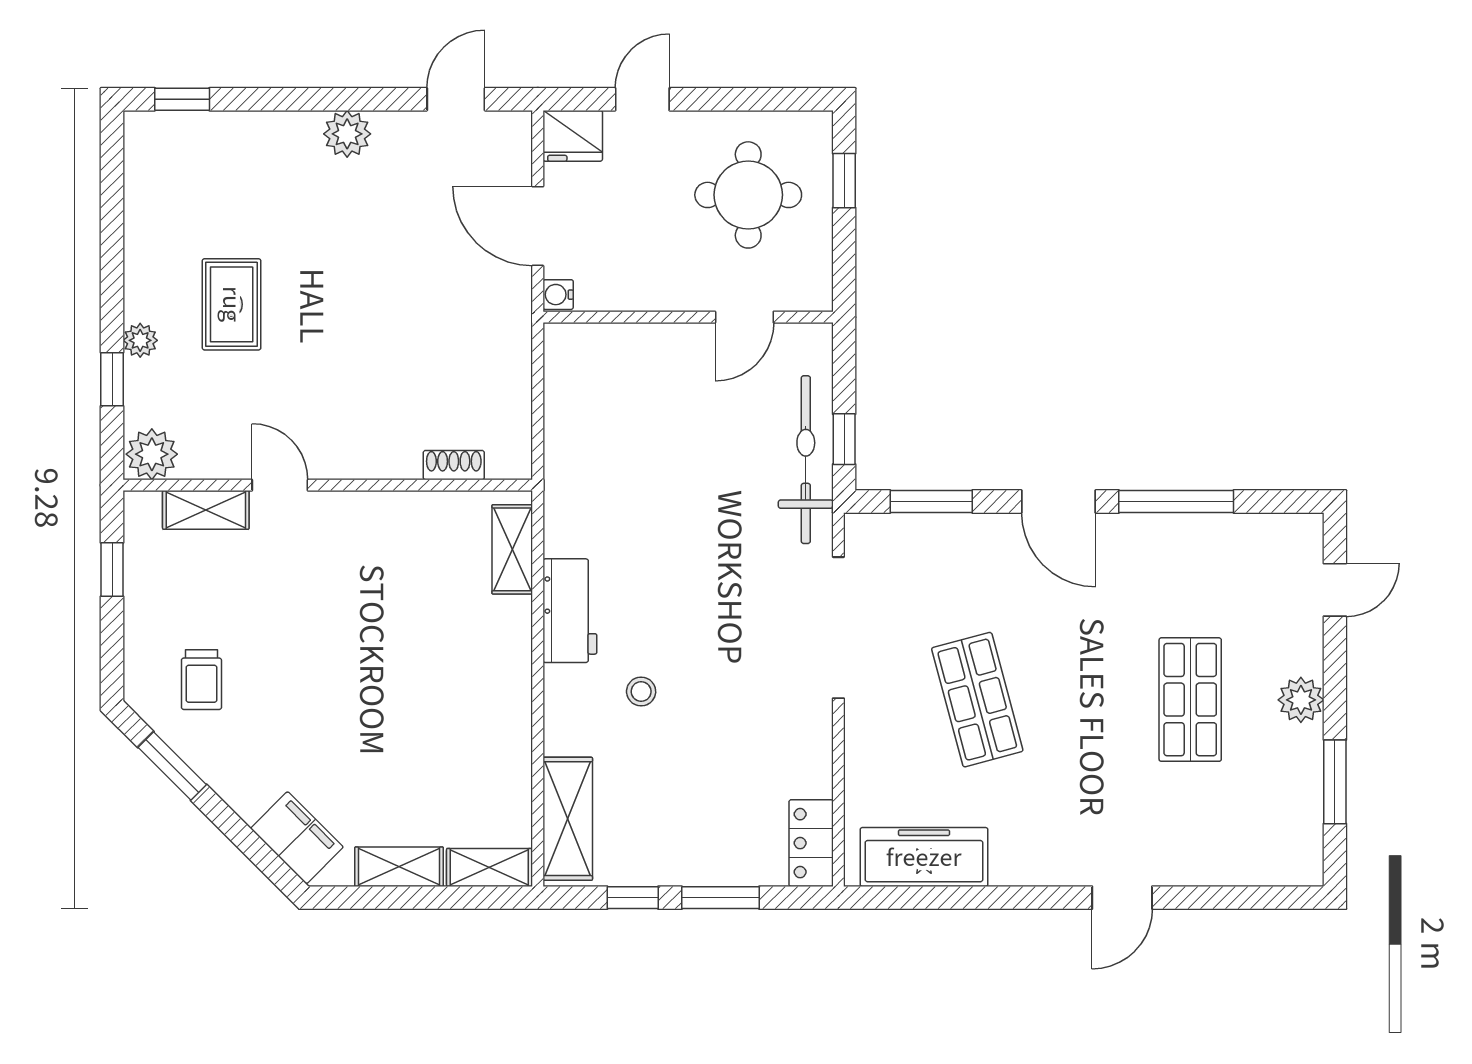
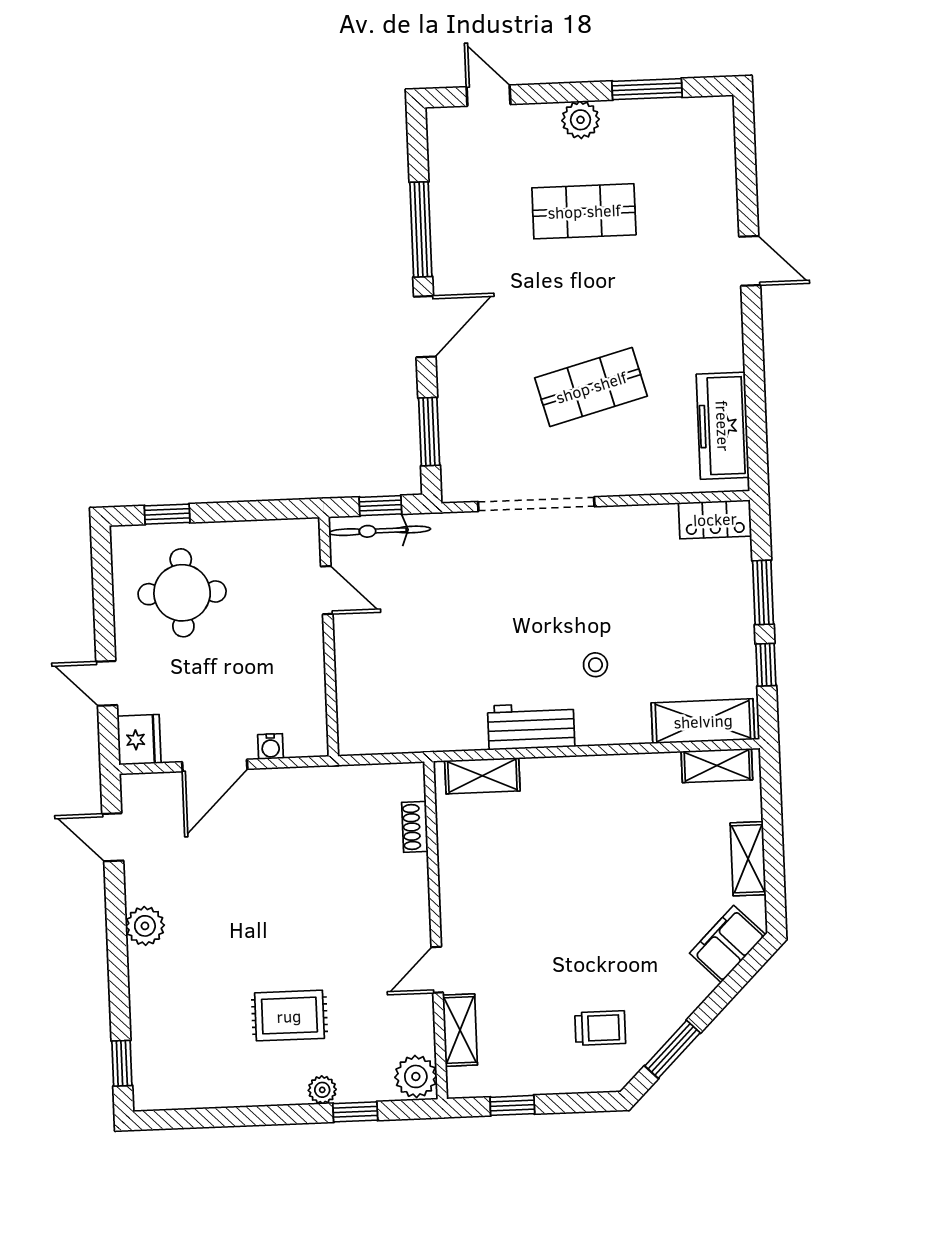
wall: (688, 317) -> (329, 637), moved
door: (744, 317) -> (327, 590), moved
bicycle: (806, 460) -> (380, 531), width x0.73, depth x0.71
shelving: (489, 867) -> (717, 766), moved, turned 90

